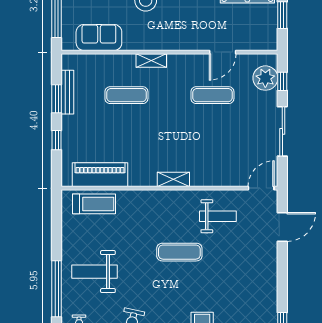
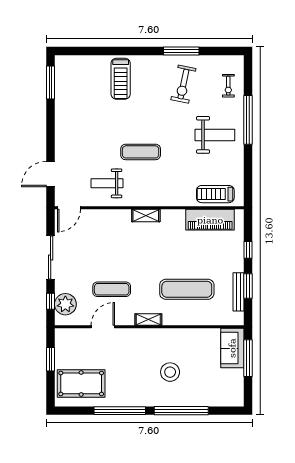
sofa: (99, 37) -> (232, 348), moved, turned 90
shelving: (151, 61) -> (148, 320), moved
exercise mat: (126, 95) -> (187, 289), width x1.36, depth x1.45

